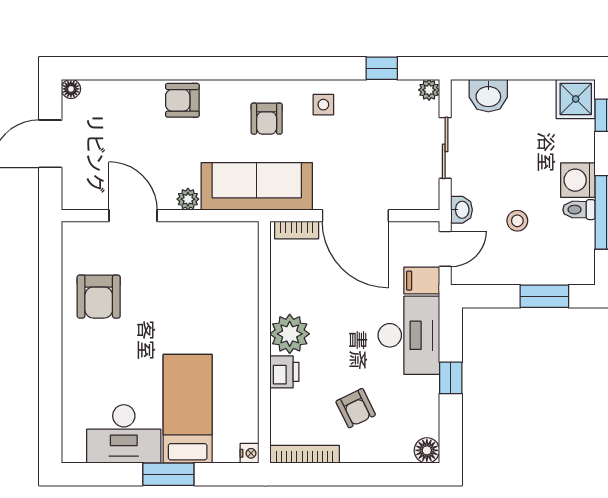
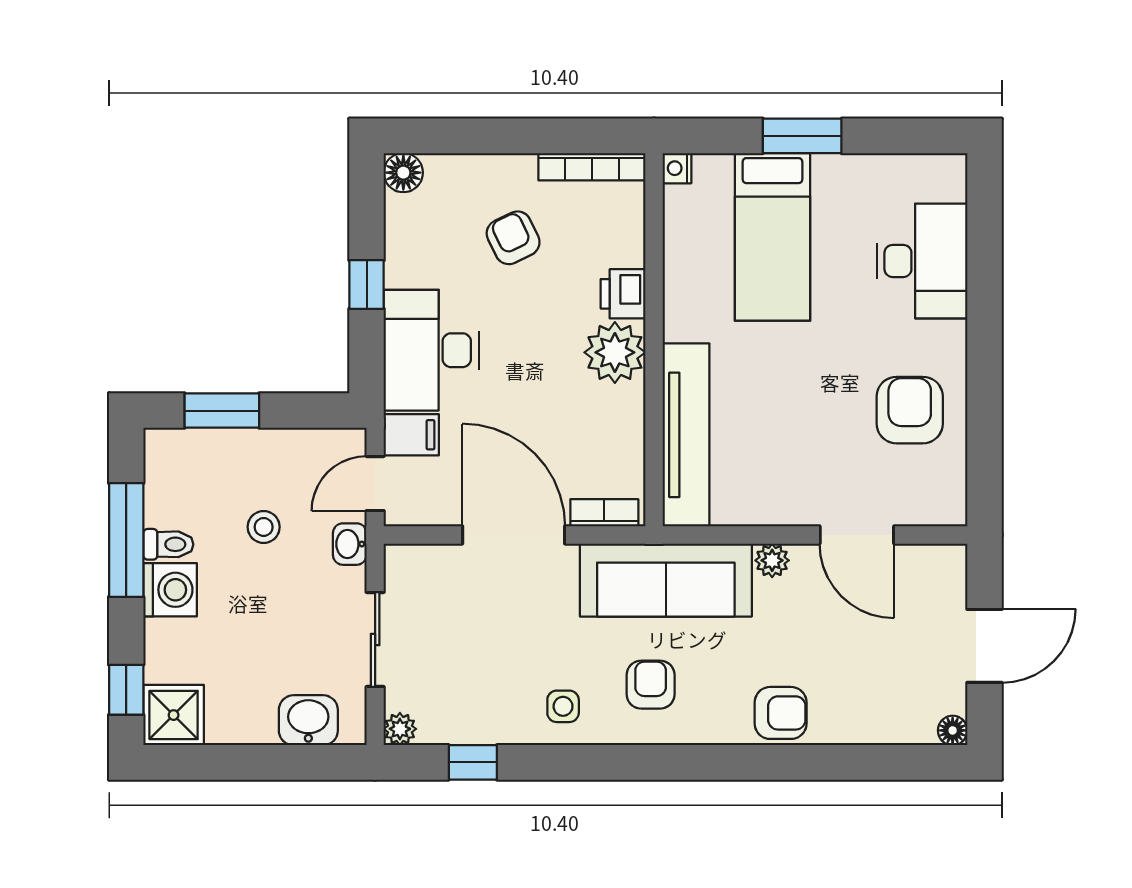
tv unit: (244, 280) -> (686, 435), added
desk: (124, 434) -> (922, 261), moved, turned 90

